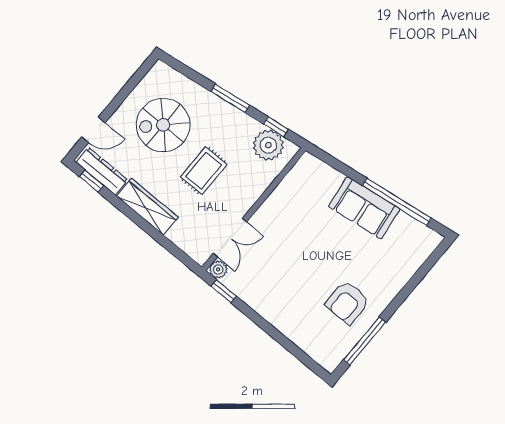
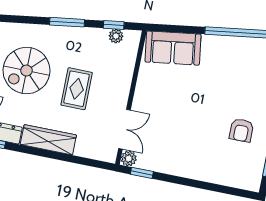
plant: (268, 145) -> (116, 36), width x0.53, depth x0.53
sofa: (364, 208) -> (173, 48), moved
armchair: (347, 302) -> (241, 130), width x0.72, depth x0.72

